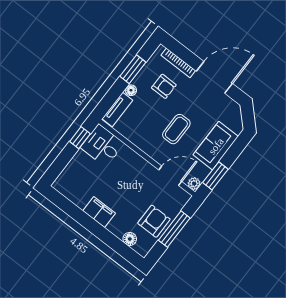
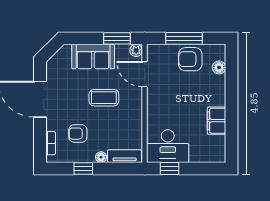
bookcase: (178, 63) -> (51, 143), width x0.64
window: (133, 69) -> (83, 168), width x0.67
armchair: (164, 86) -> (78, 134), turned -90
desk: (102, 145) -> (168, 146), width x1.37
filing cabinet: (99, 212) -> (216, 121), moved

